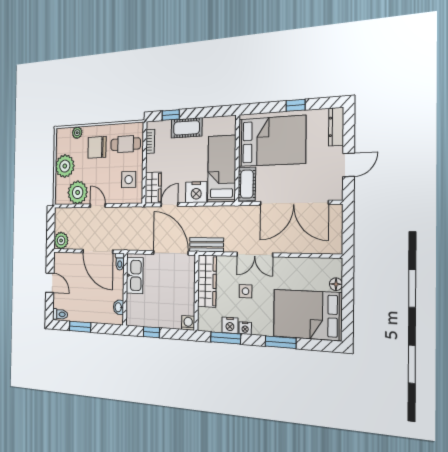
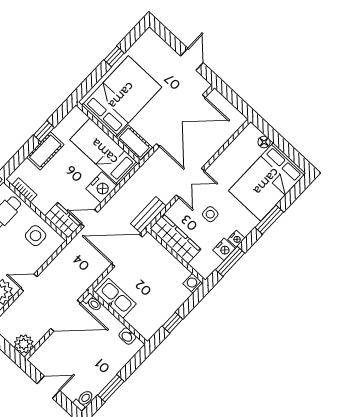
window: (171, 115) -> (44, 131), moved
dresser: (336, 127) -> (158, 43), removed
door: (169, 205) -> (89, 218), hinge flipped

